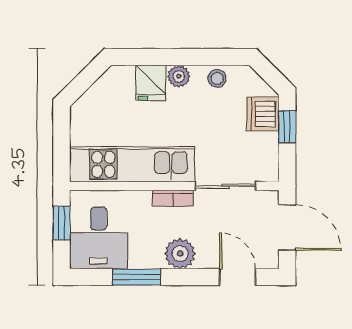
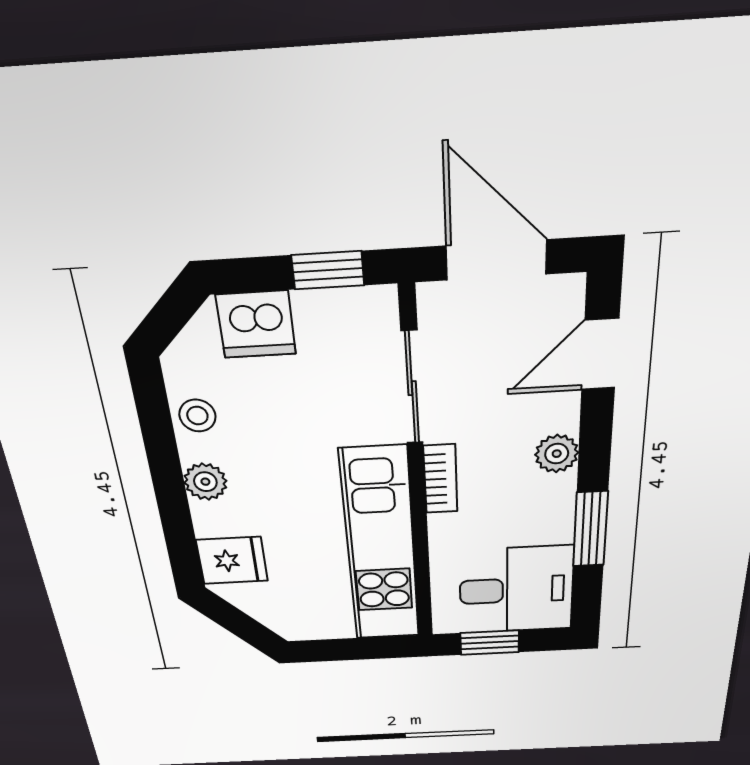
fridge: (151, 83) -> (232, 560), moved
window: (287, 127) -> (328, 270), moved
door: (287, 228) -> (496, 260), hinge flipped
plant: (180, 254) -> (557, 454), width x0.73, depth x0.73

